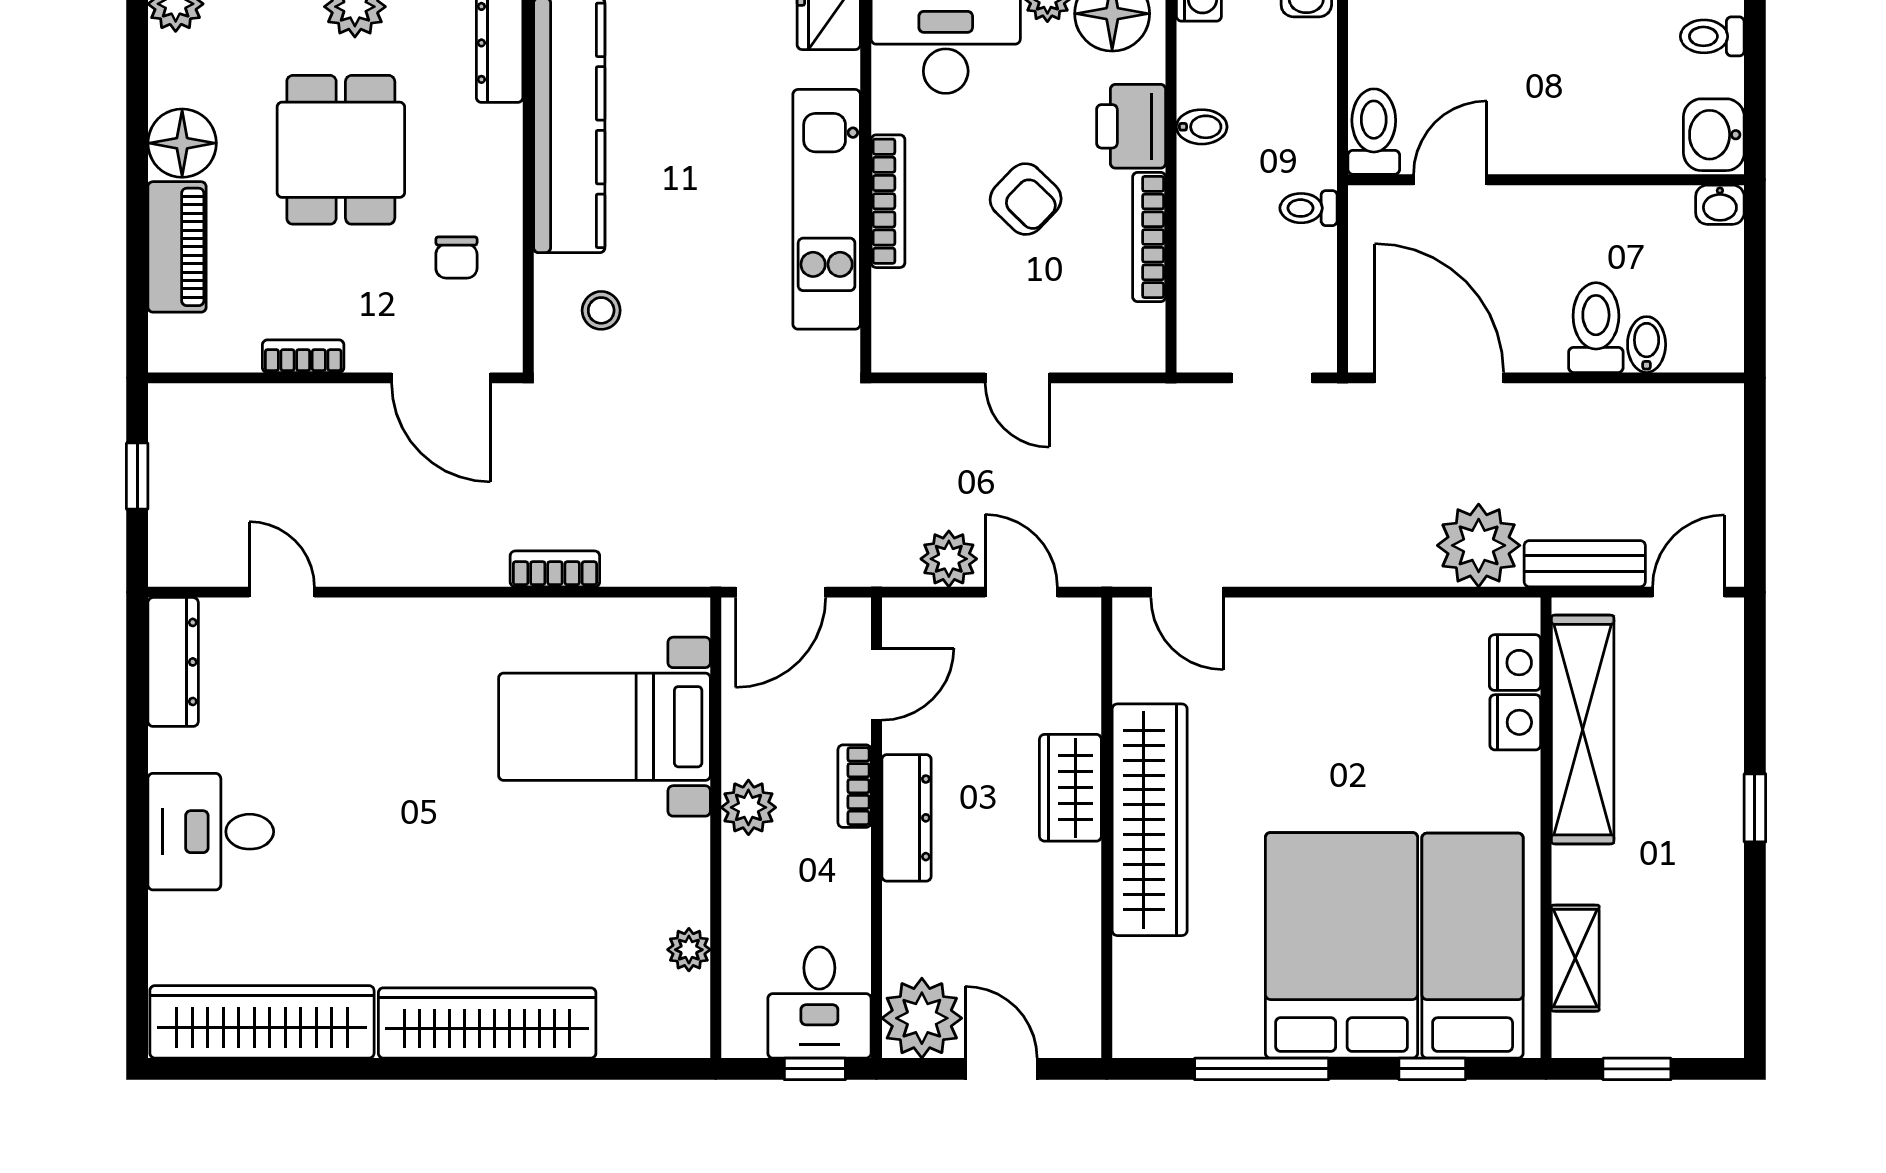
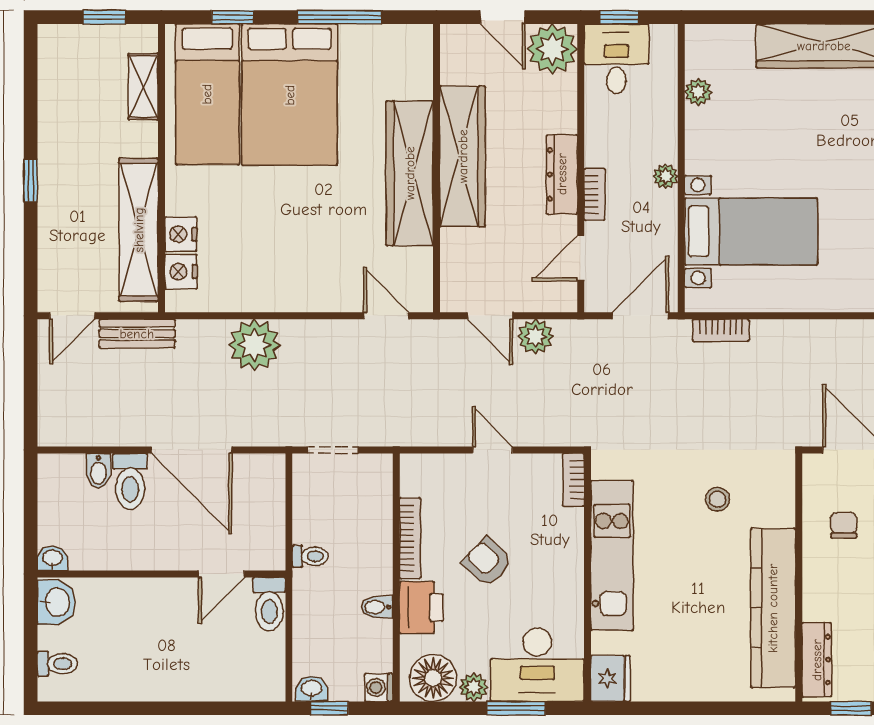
bookcase: (888, 201) -> (573, 480), moved, width x0.64
stool: (601, 310) -> (718, 499), moved
door: (1439, 378) -> (191, 450), moved
plant: (1479, 545) -> (254, 345), moved
bookcase: (555, 569) -> (721, 330), moved
wardrobe: (1070, 788) -> (463, 156), width x2.10, depth x1.17
plant: (748, 807) -> (666, 176), width x0.73, depth x0.73

